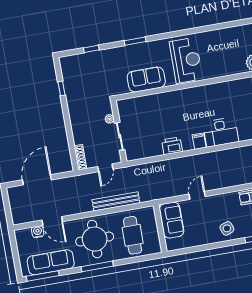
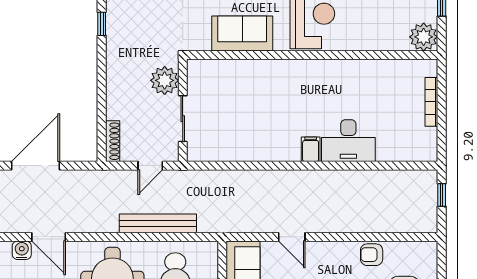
plant: (110, 119) -> (165, 80), width x1.88, depth x1.88
printer: (172, 146) -> (265, 149), removed
door: (197, 195) -> (292, 237), swing flipped

